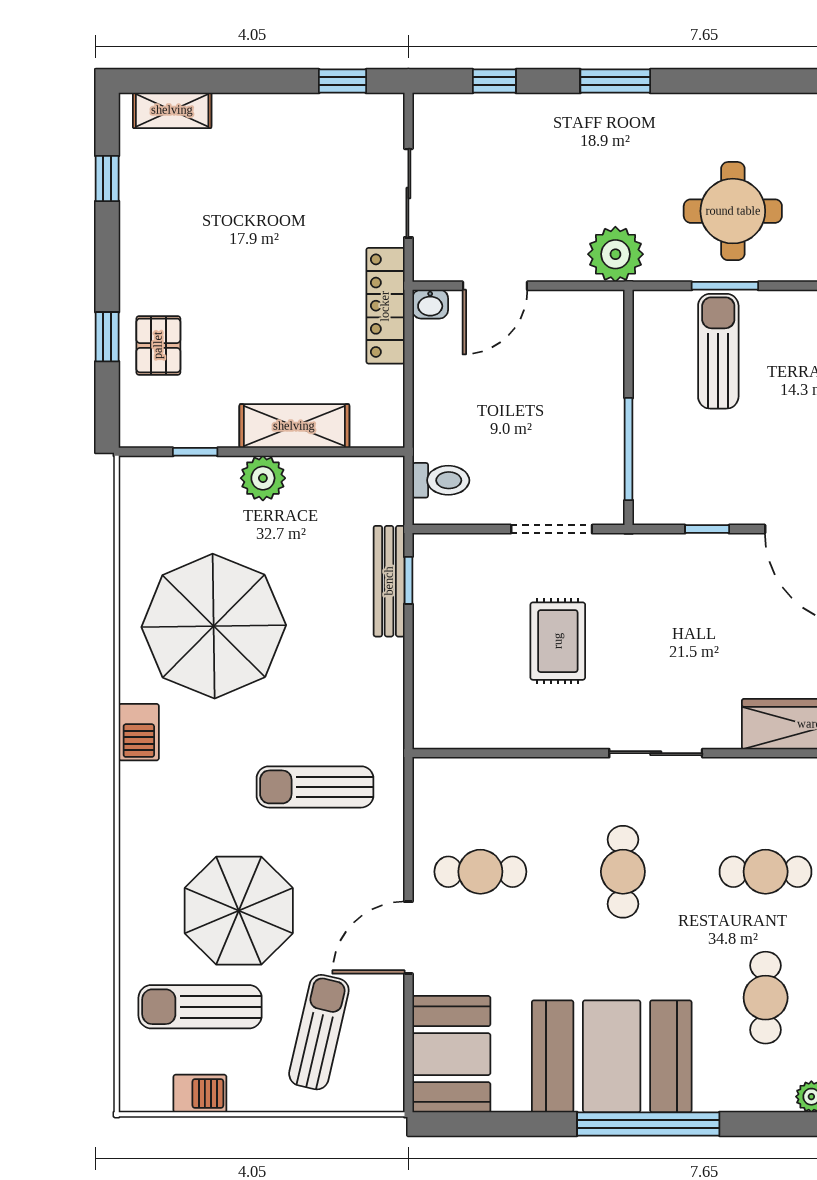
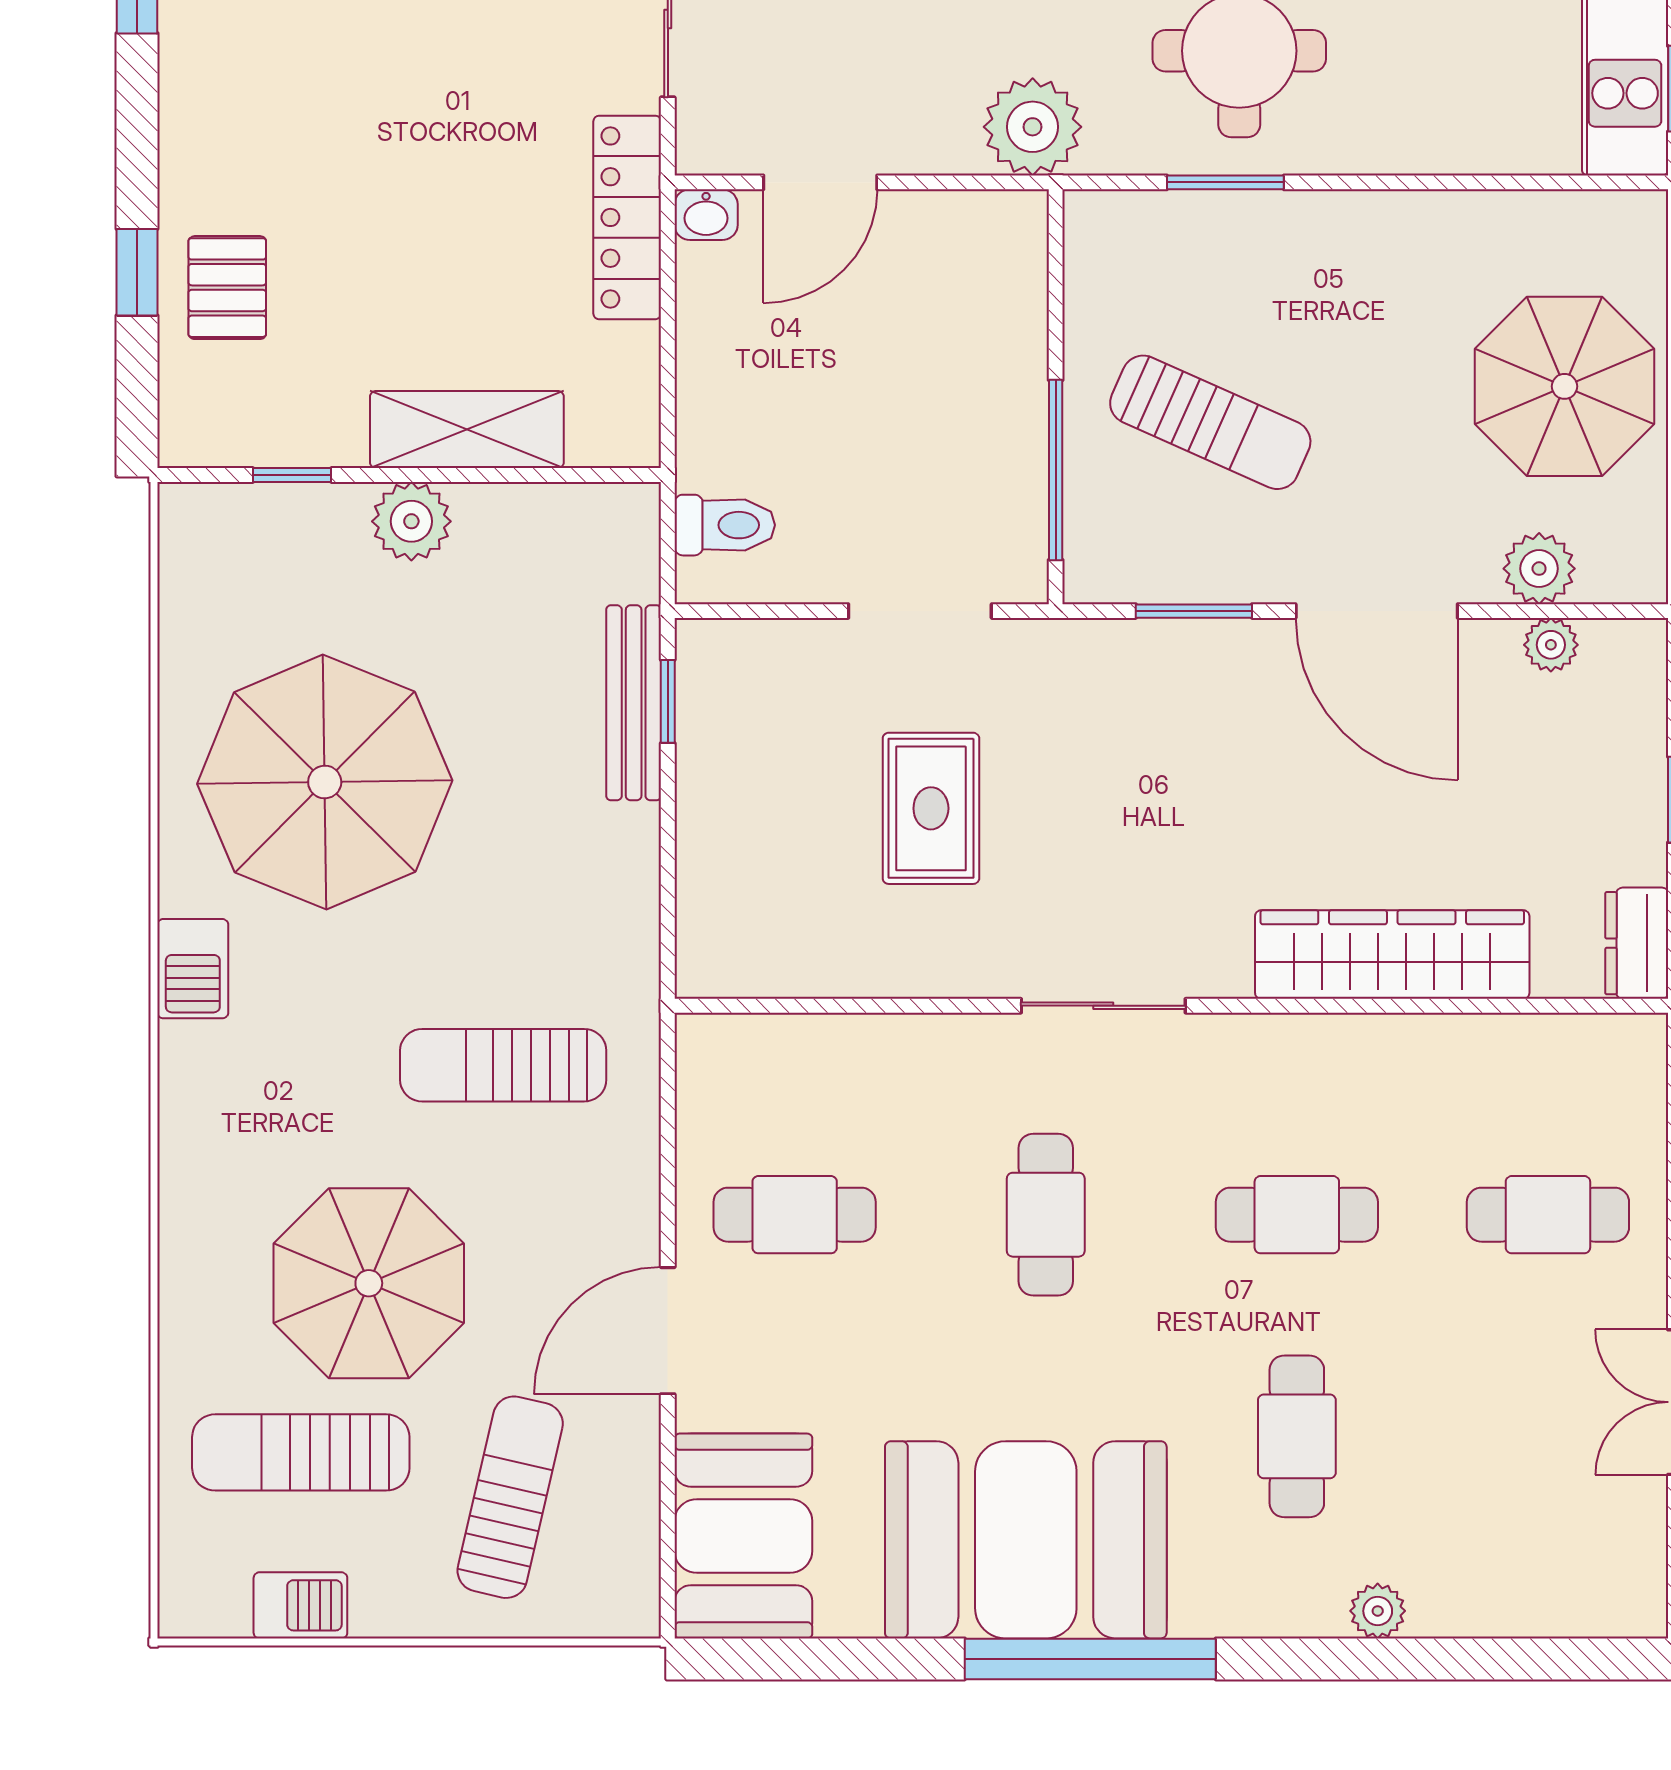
sun lounger: (718, 351) -> (1210, 422), moved, turned 114
window: (707, 529) -> (1194, 611), width x1.50

